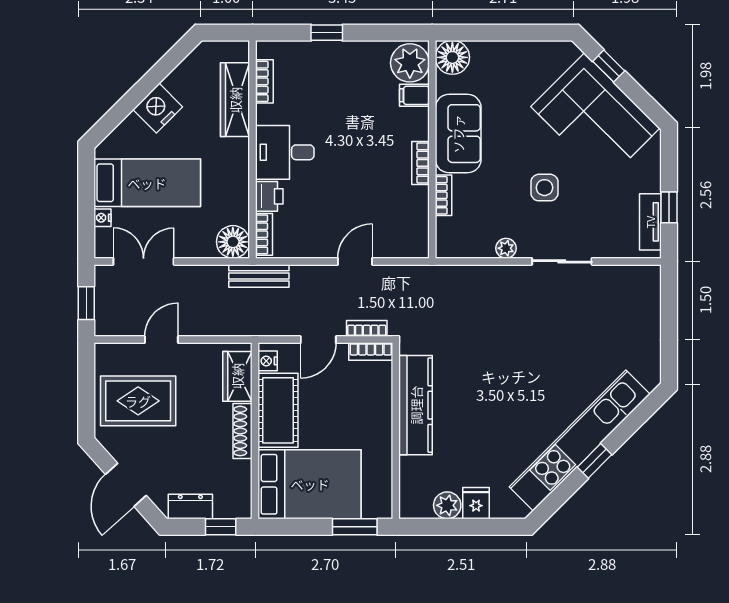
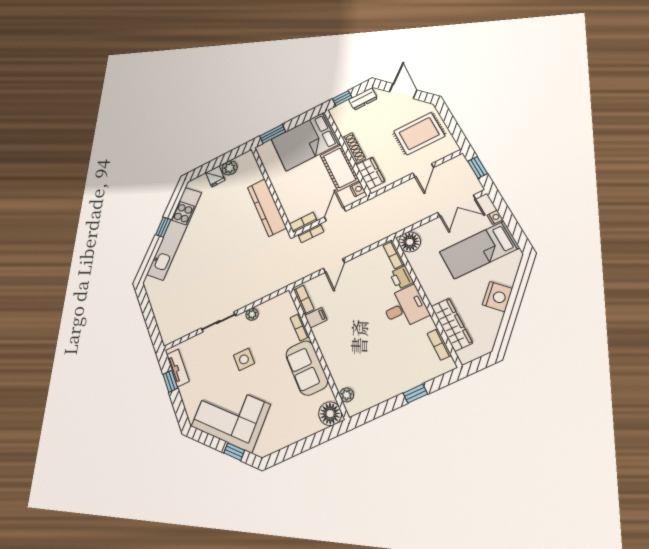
plant: (410, 63) -> (347, 395), width x0.53, depth x0.53
filing cabinet: (414, 95) -> (316, 318), moved
bookcase: (420, 163) -> (304, 300), moved
bench: (259, 276) -> (385, 231), removed

